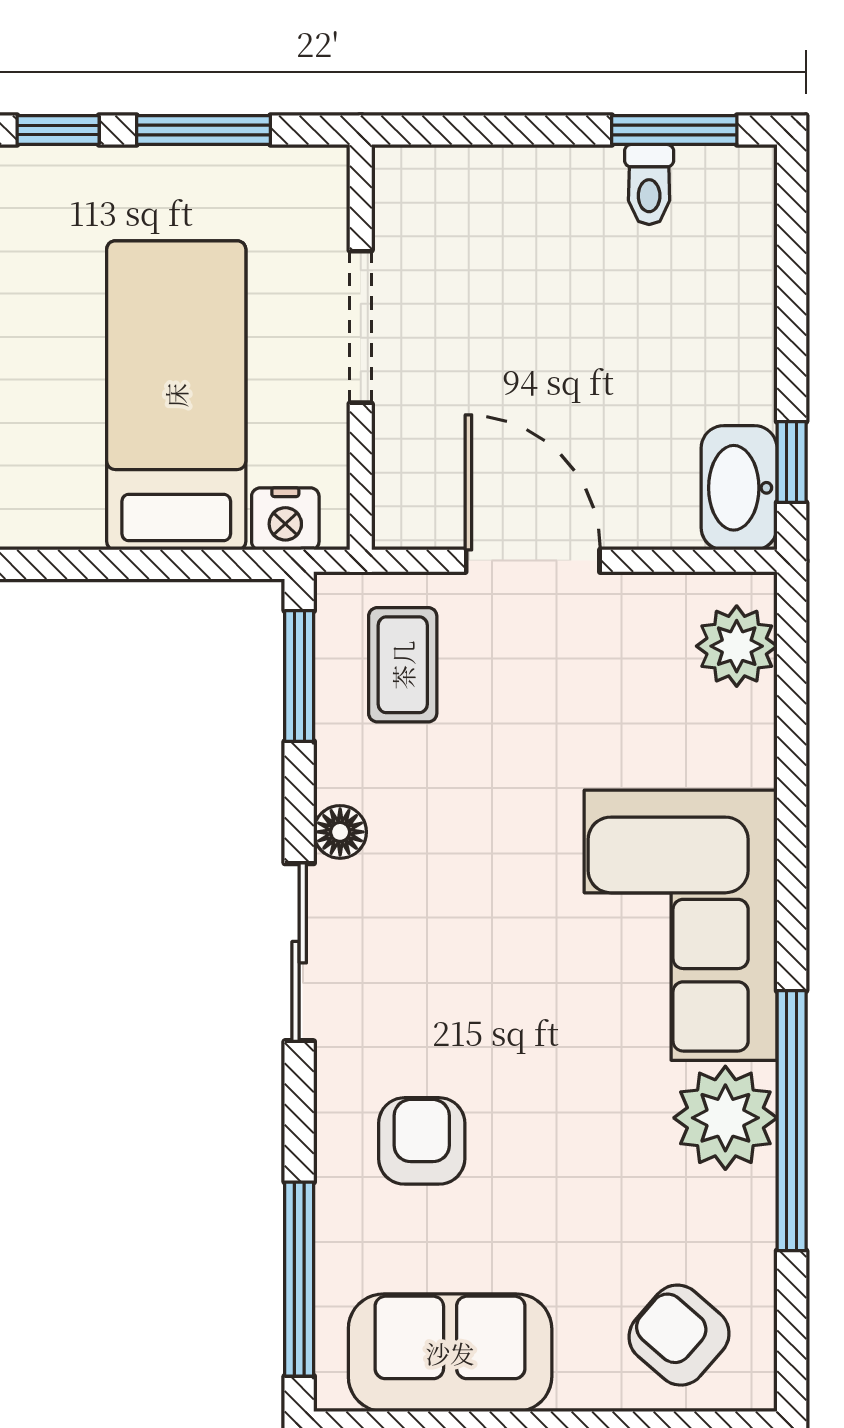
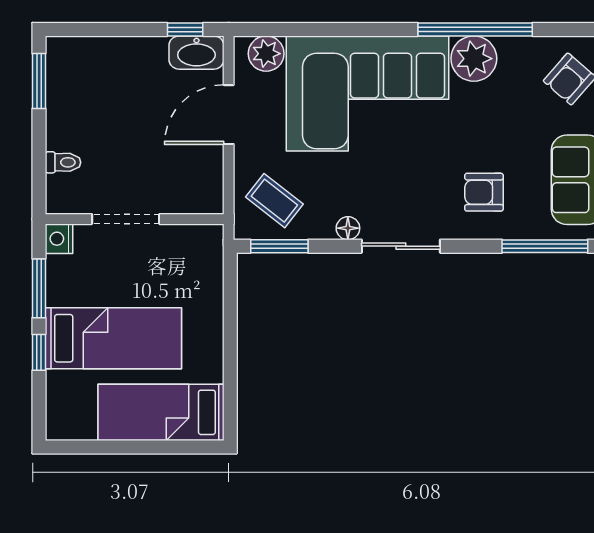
toilet: (649, 185) -> (63, 162), moved
bed: (176, 395) -> (113, 338), moved, turned 180
nightstand: (285, 519) -> (59, 239), moved, turned 180
door: (533, 561) -> (229, 115), moved
coffee table: (403, 665) -> (274, 201), turned 38
corner sofa: (681, 925) -> (367, 93), width x1.36, depth x1.36

